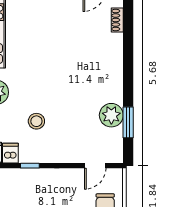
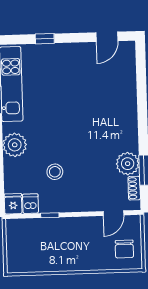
shoe rack: (117, 20) -> (134, 188), moved

